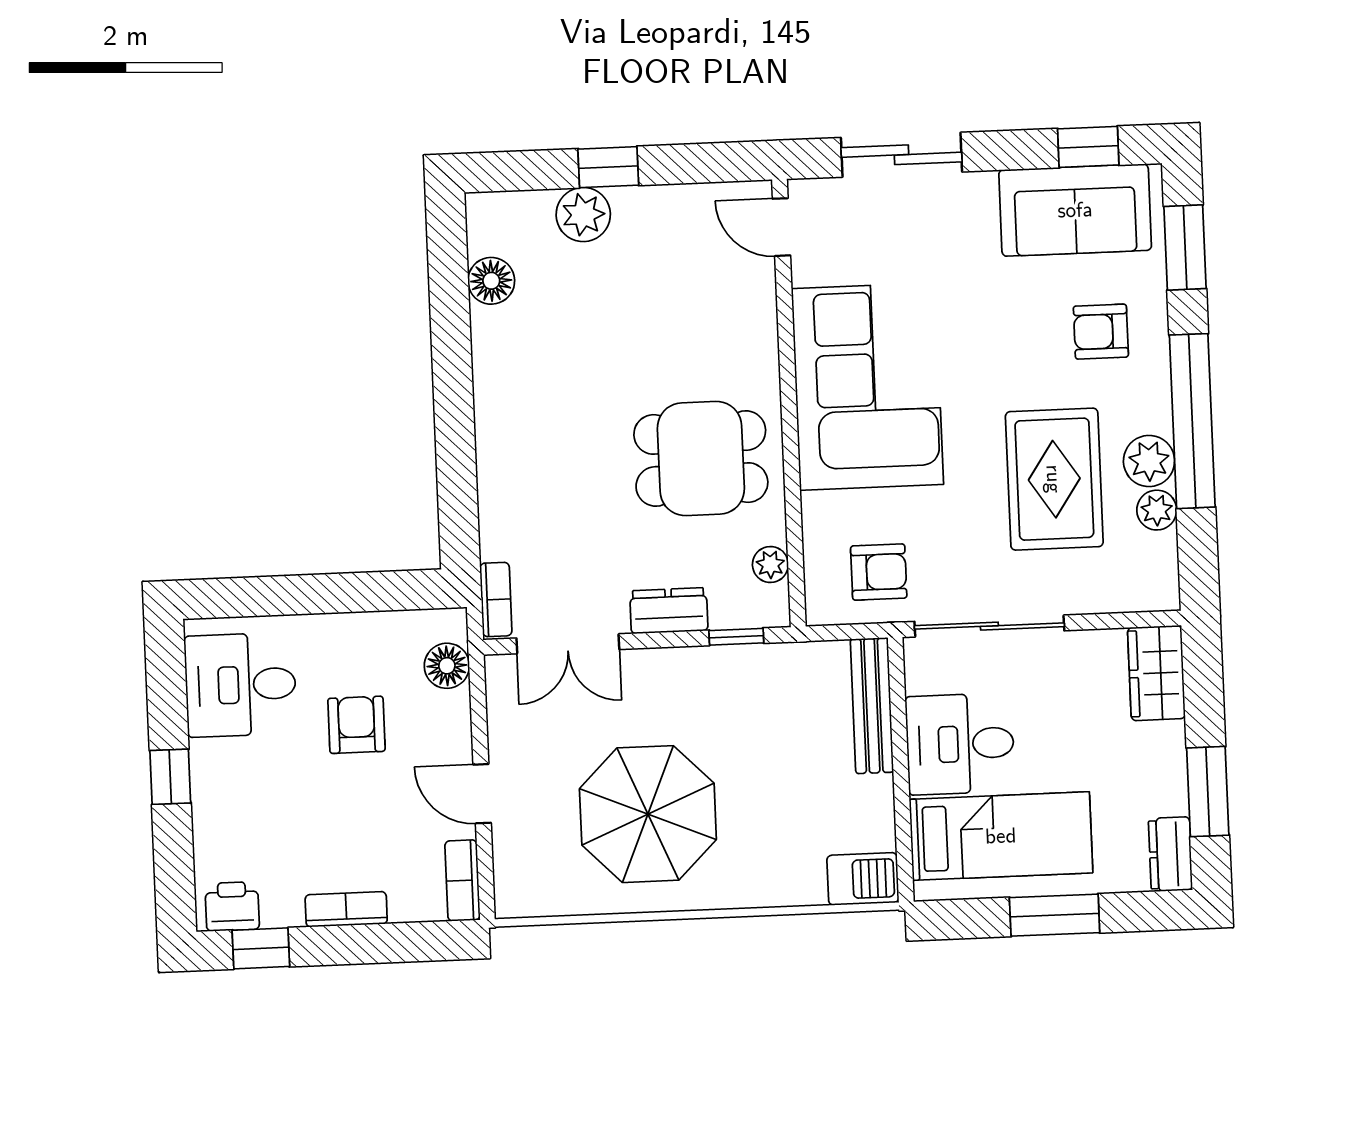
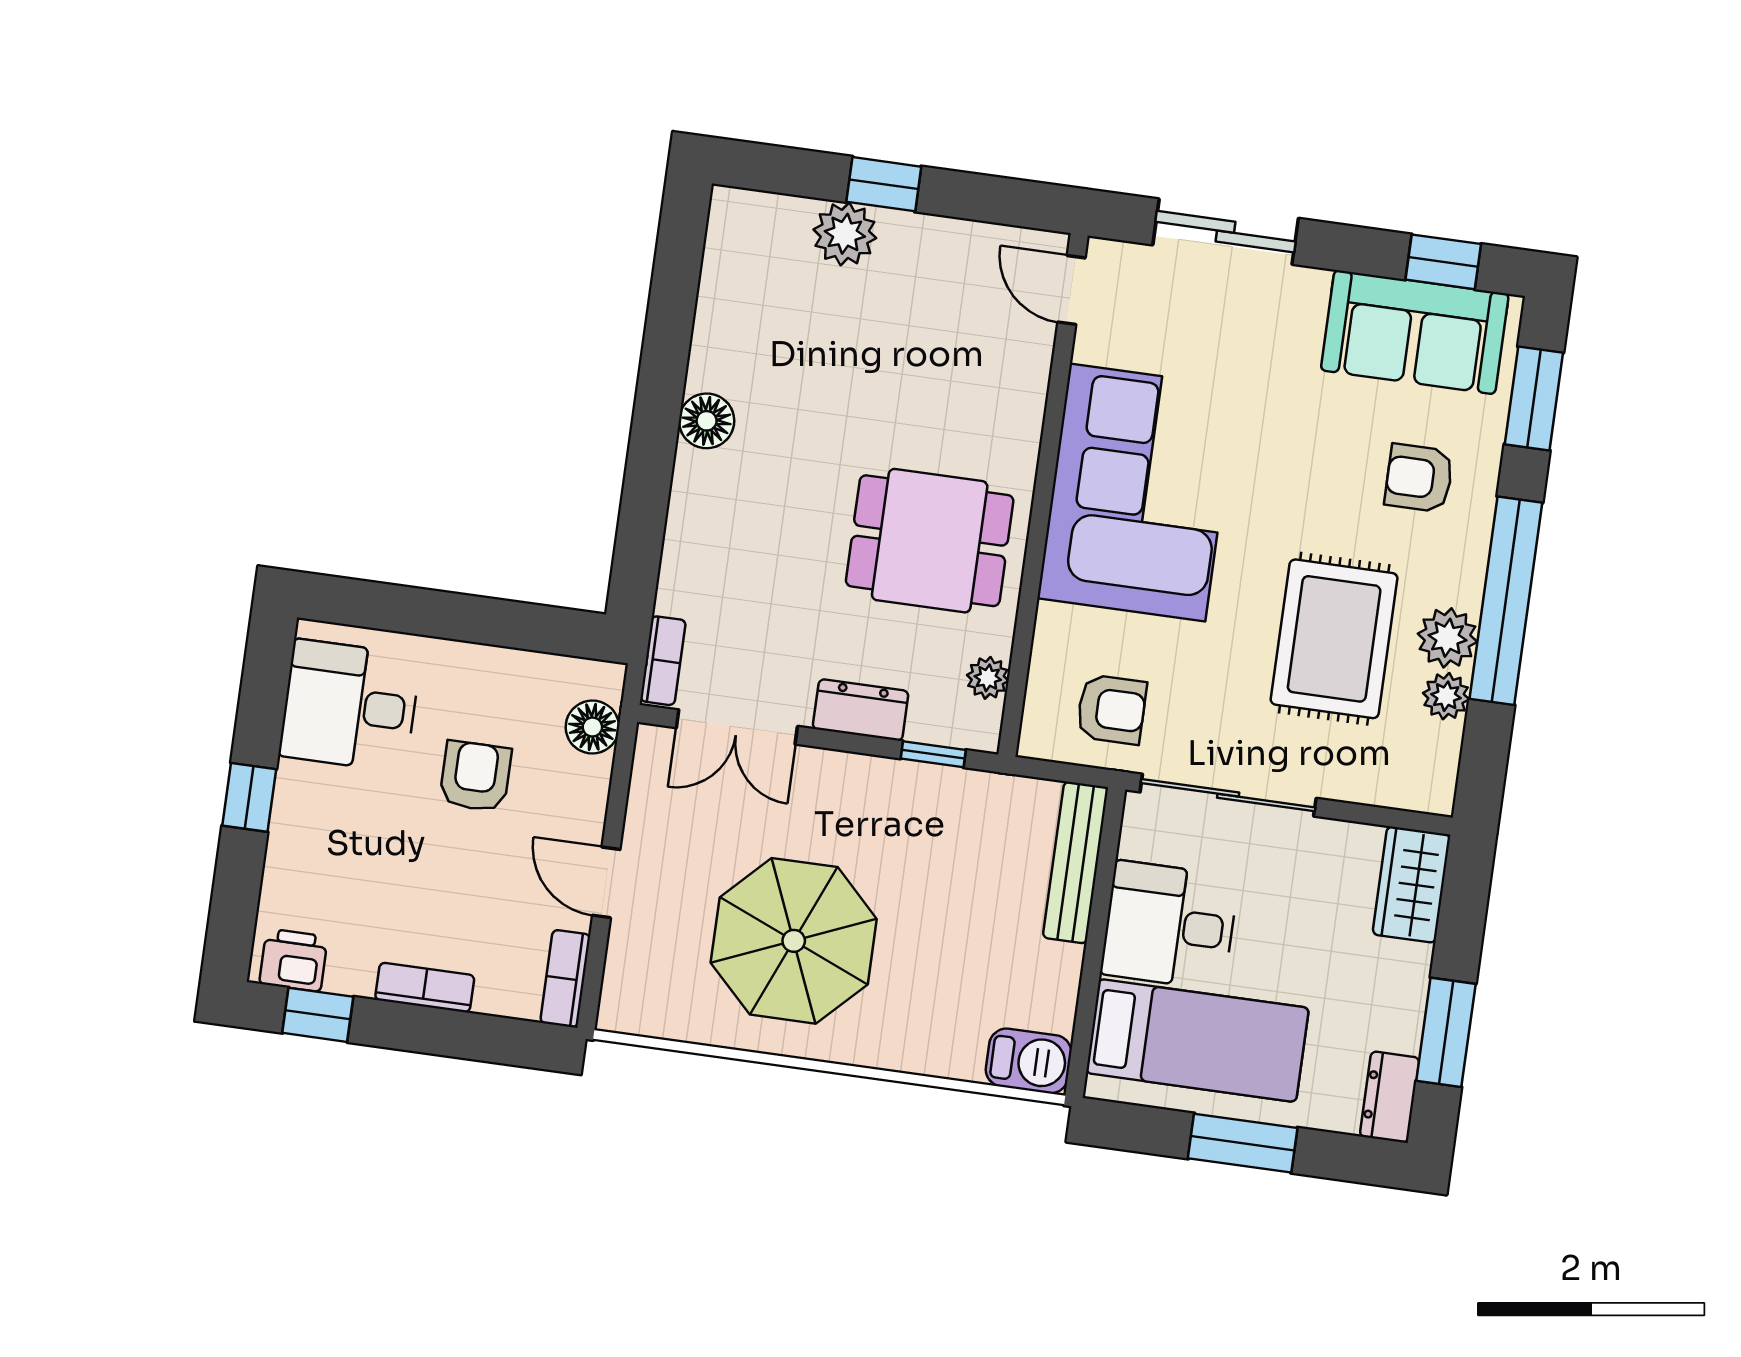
floor lamp: (491, 281) -> (707, 421), moved

